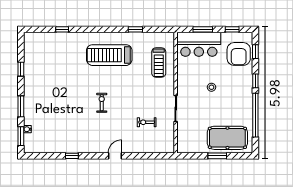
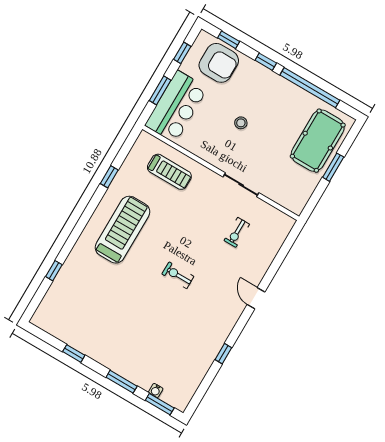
treadmill: (109, 55) -> (122, 230), turned 180

